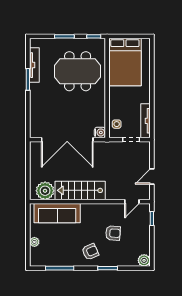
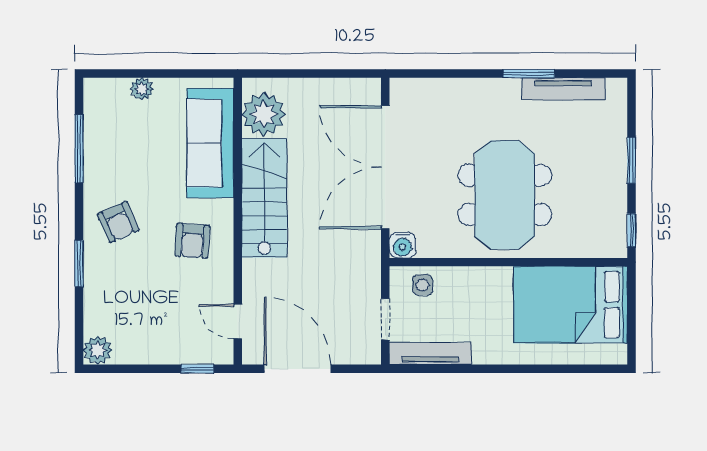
meeting table: (78, 71) -> (505, 195), moved
door: (152, 176) -> (298, 369), width x1.87
armchair: (113, 233) -> (192, 241), moved

